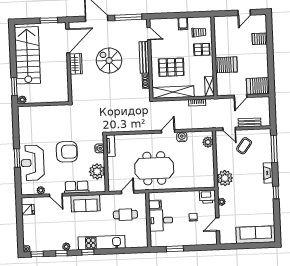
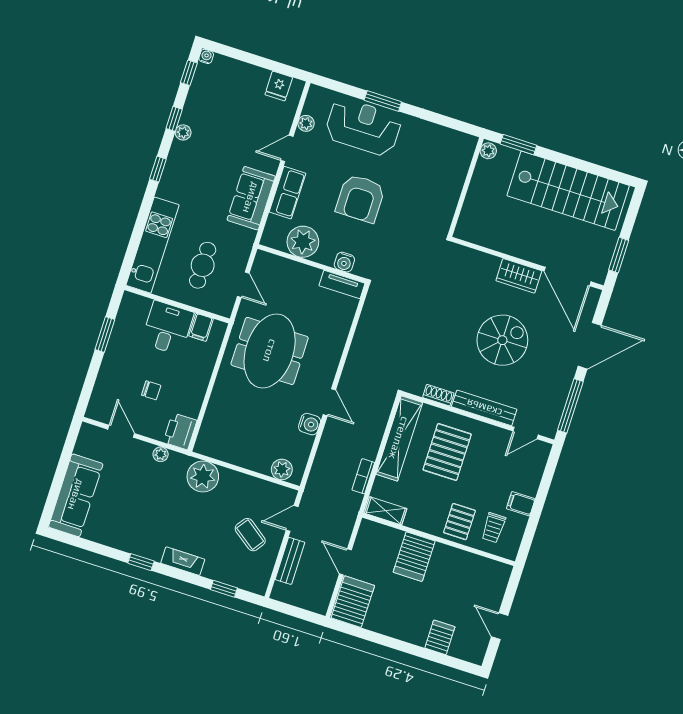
window: (274, 149) -> (224, 589), width x0.46
kitchen unit: (102, 243) -> (153, 245), moved

